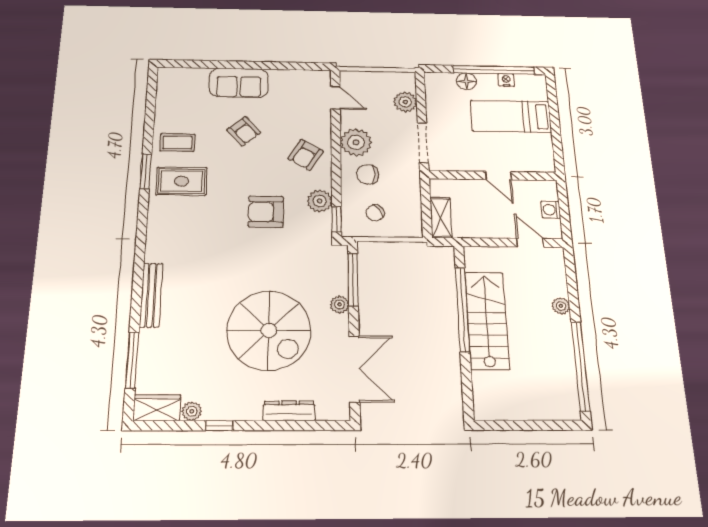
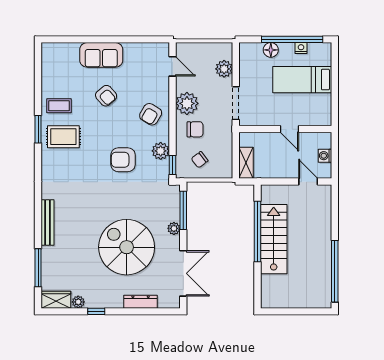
chair: (368, 174) -> (195, 129), turned 180
plant: (561, 306) -> (325, 228), removed
spiral stairs: (269, 331) -> (127, 247), turned 180

